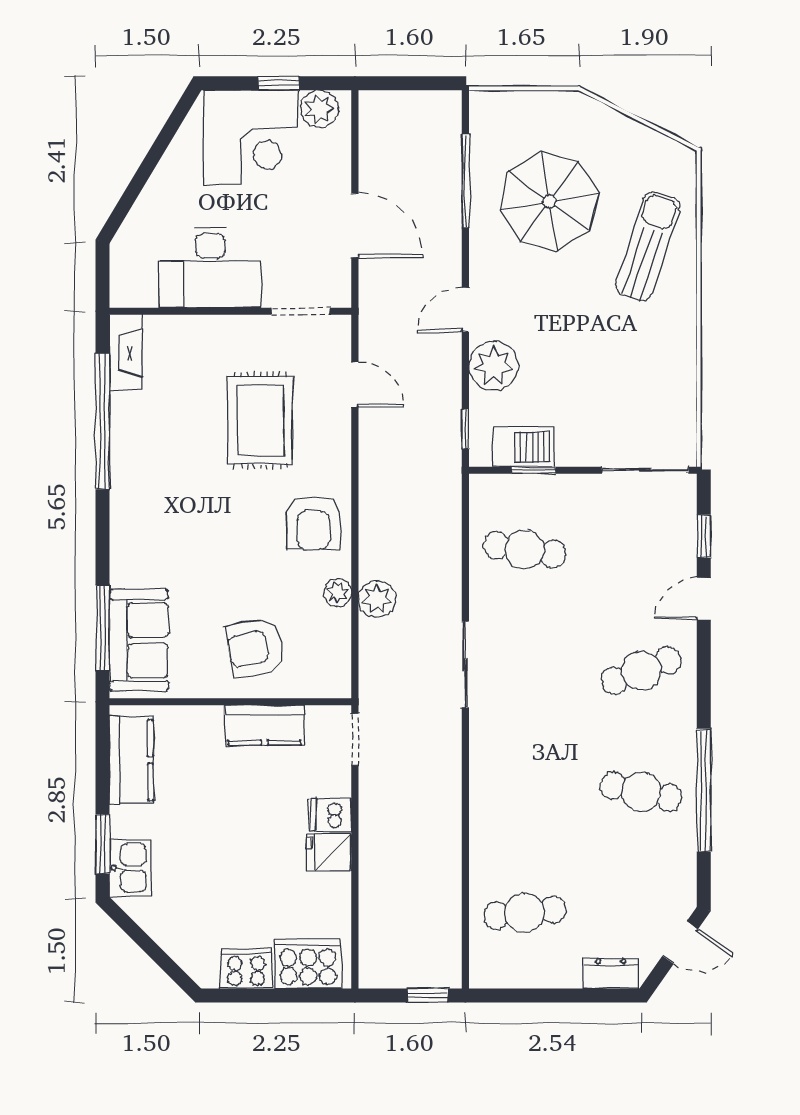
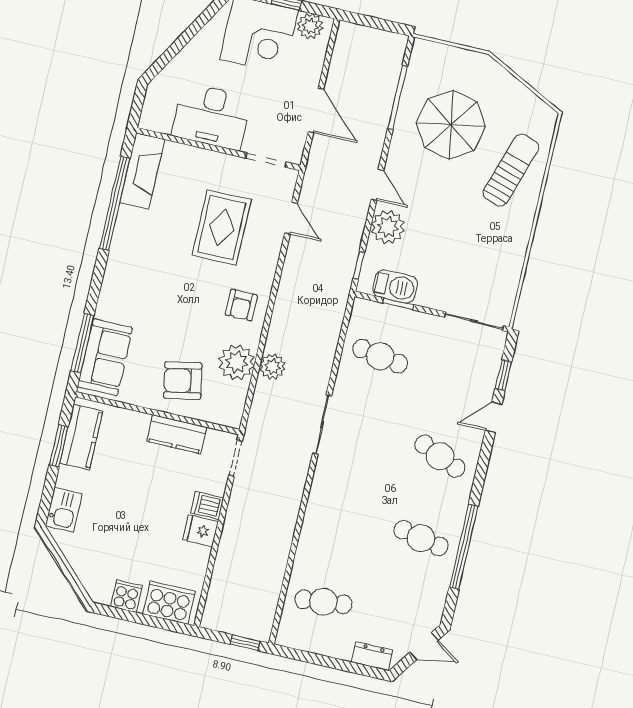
door: (465, 310) -> (377, 185), swing flipped
fireplace: (126, 353) -> (142, 171), width x1.37, depth x1.32
armchair: (313, 523) -> (241, 305), width x0.72, depth x0.72
plant: (337, 592) -> (237, 362), width x1.88, depth x1.88
cafe table: (641, 671) -> (440, 456), turned 45
window: (103, 844) -> (59, 446), moved
cooker: (246, 969) -> (126, 596), width x0.73

